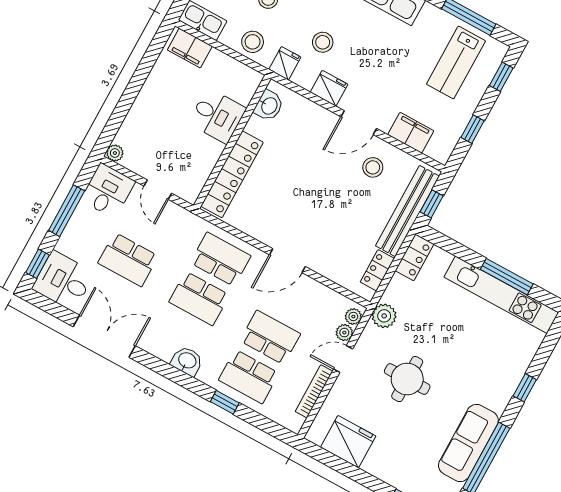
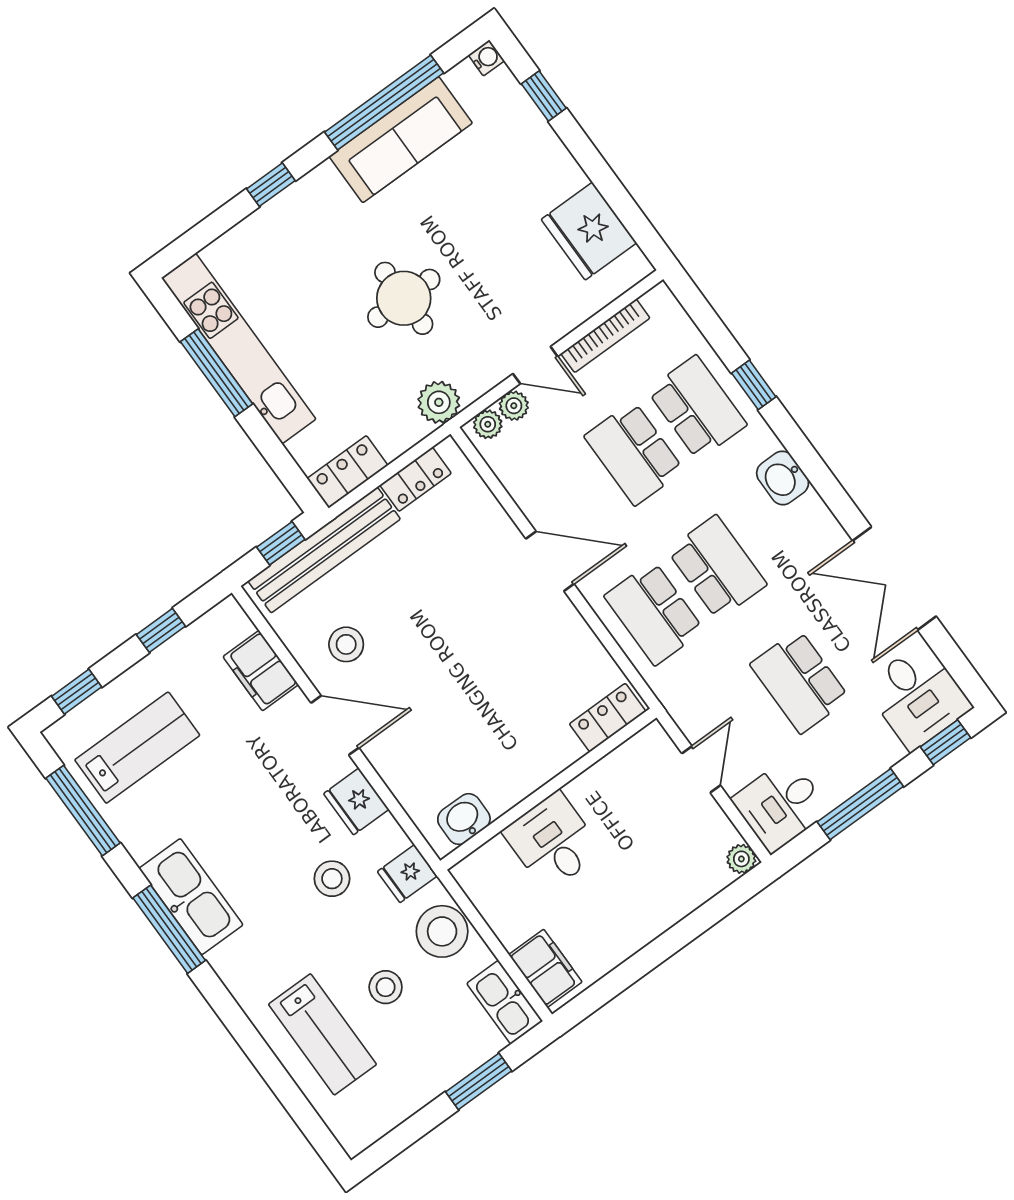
stool: (253, 42) -> (442, 931), width x1.38, depth x1.38
locker: (232, 174) -> (608, 718), width x0.46, depth x0.83
school desk: (128, 260) -> (800, 681), turned 180
round table: (407, 379) -> (404, 298), moved

